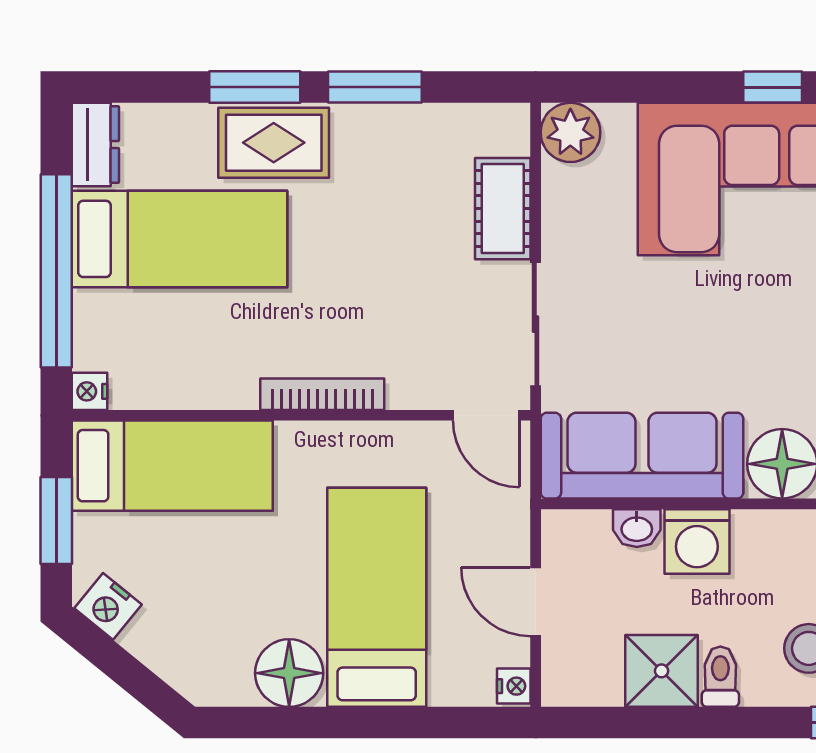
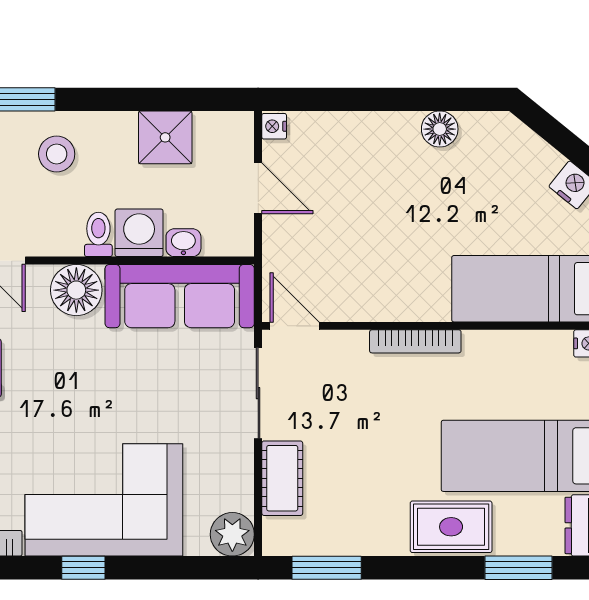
window: (255, 87) -> (518, 568), moved
window: (375, 87) -> (327, 568), moved
bed: (377, 597) -> (375, 192), removed
floor lamp: (289, 673) -> (440, 129), width x0.73, depth x0.73
toilet: (720, 677) -> (98, 234), moved, turned 180

